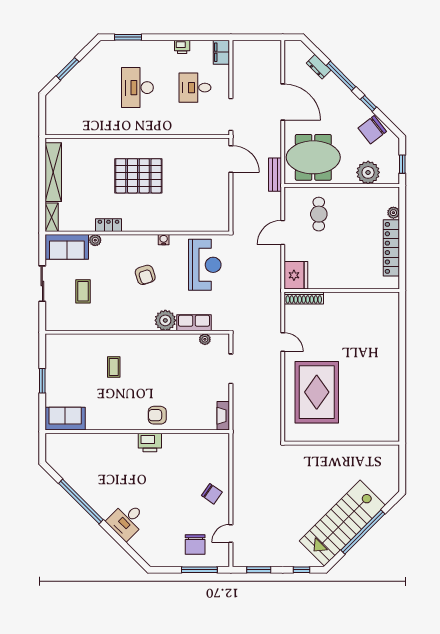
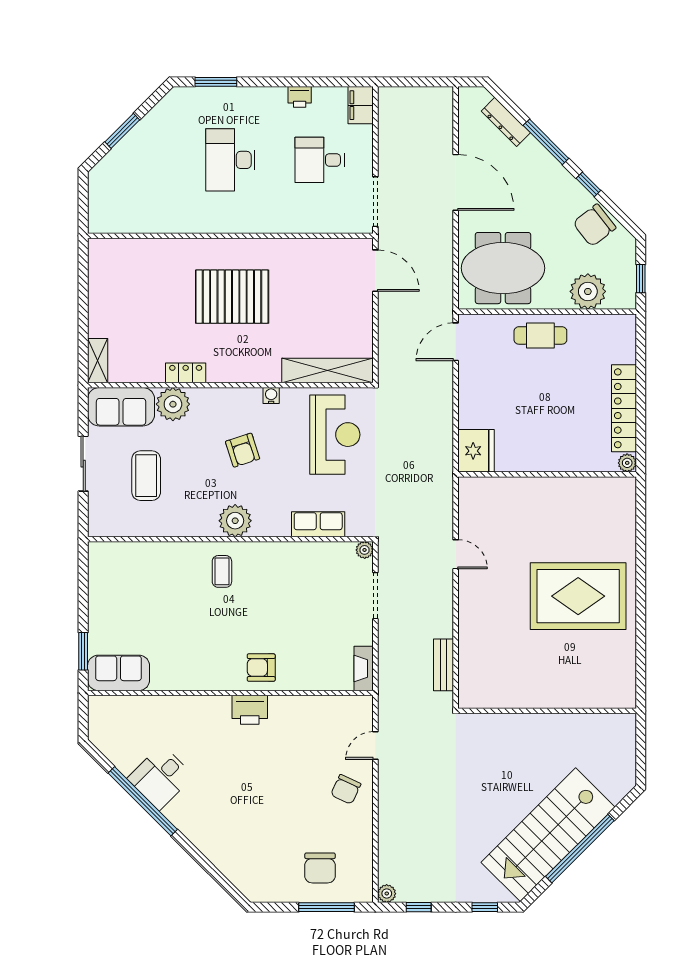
dresser: (319, 67) -> (506, 122), width x1.44
shelving: (53, 172) -> (327, 371), moved, turned 90
bench: (275, 175) -> (444, 665), moved
plant: (393, 213) -> (627, 463), moved
cafe table: (319, 214) -> (540, 335), moved, turned 90
door: (283, 232) -> (456, 342), moved
plant: (95, 240) -> (173, 404), width x1.87, depth x1.87
coffee table: (83, 291) -> (146, 476), width x1.36, depth x1.30
shoe rack: (304, 298) -> (488, 486), removed
plant: (165, 320) -> (235, 521), moved
plant: (205, 339) -> (365, 550), moved
coffee table: (114, 367) -> (222, 571), moved
window: (42, 381) -> (83, 651), moved
rug: (317, 392) -> (578, 596), moved, turned 90
chair: (212, 494) -> (346, 789), turned 80
desk: (127, 521) -> (160, 777), moved
door: (231, 533) -> (375, 746), moved
plant: (238, 561) -> (387, 894), added
window: (259, 570) -> (419, 907), width x0.67

